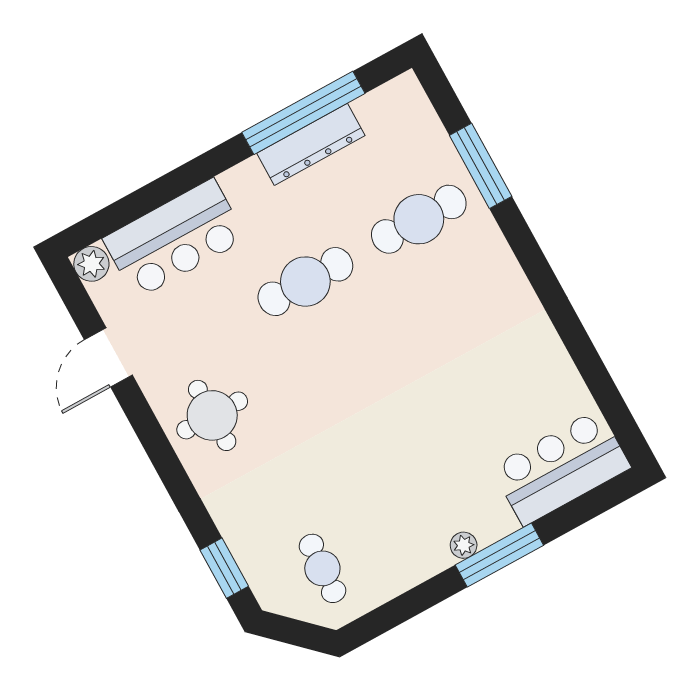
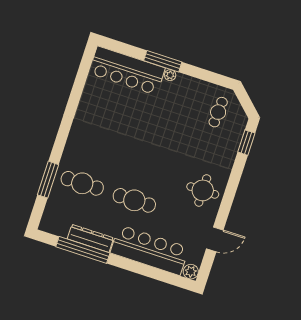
bar counter: (175, 239) -> (150, 250), width x1.36
bar counter: (561, 467) -> (127, 71), width x1.36

